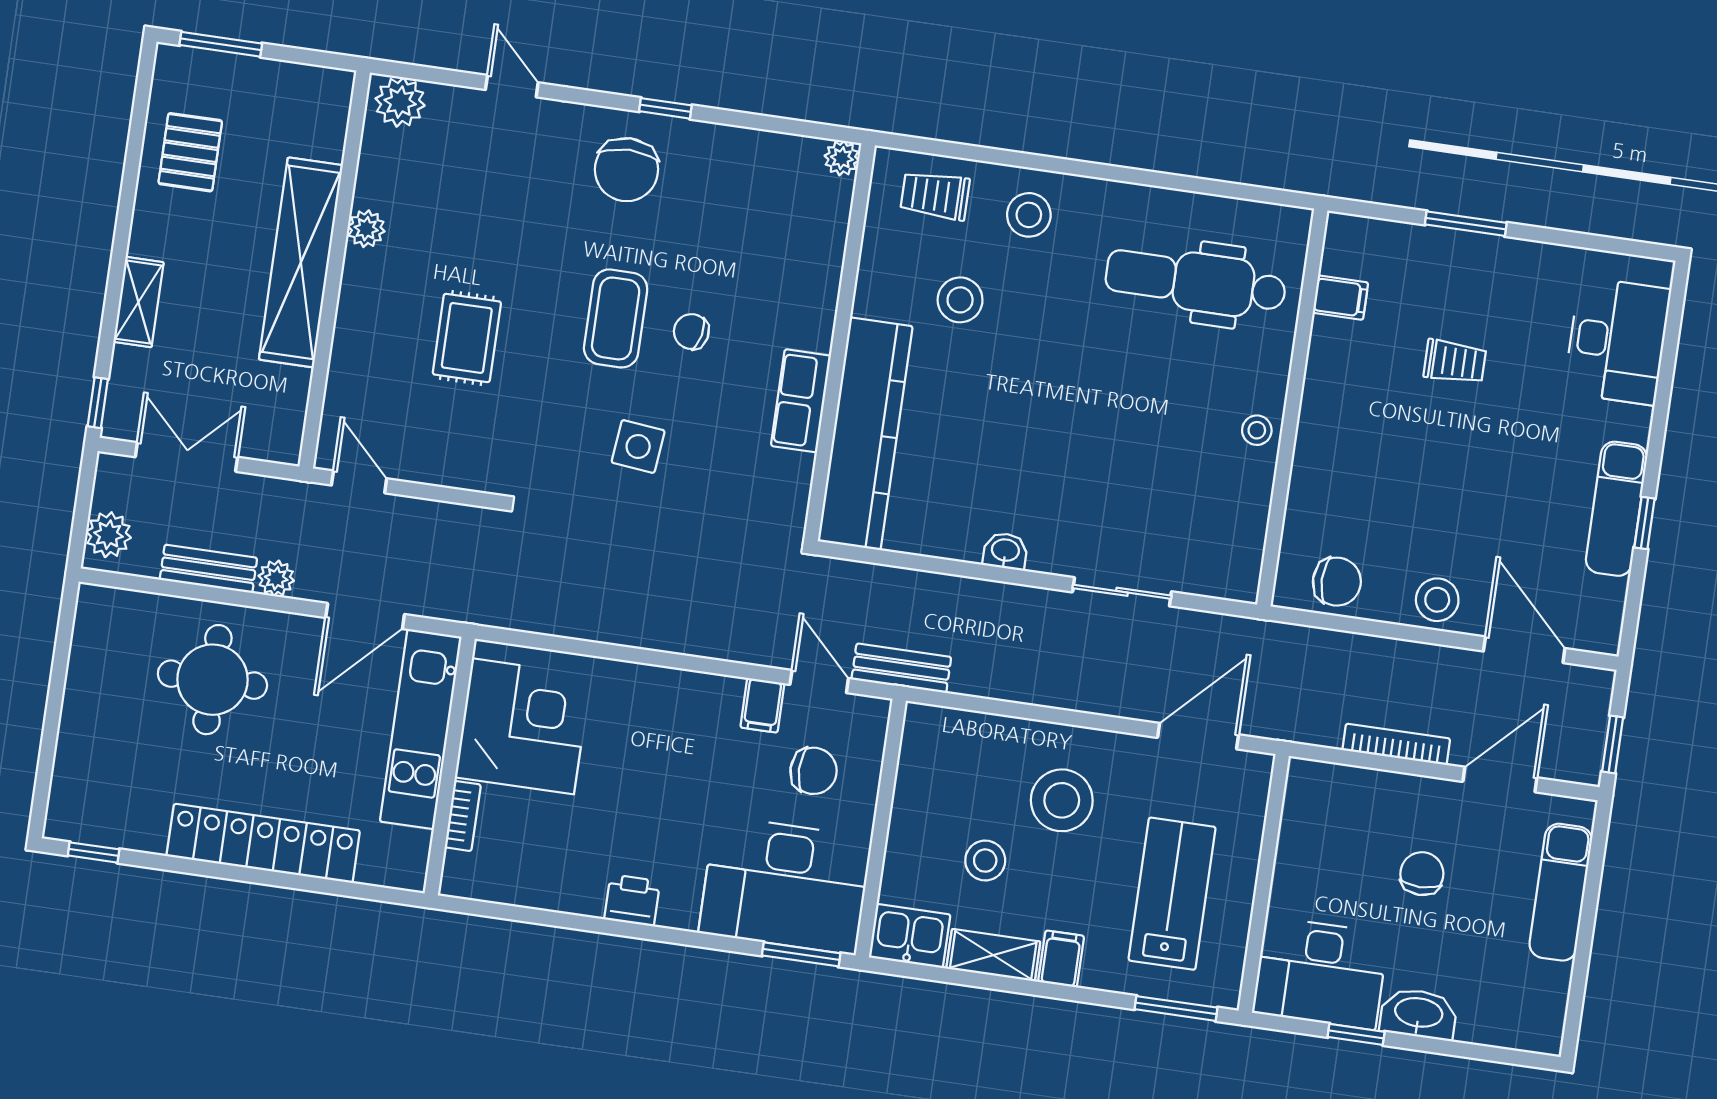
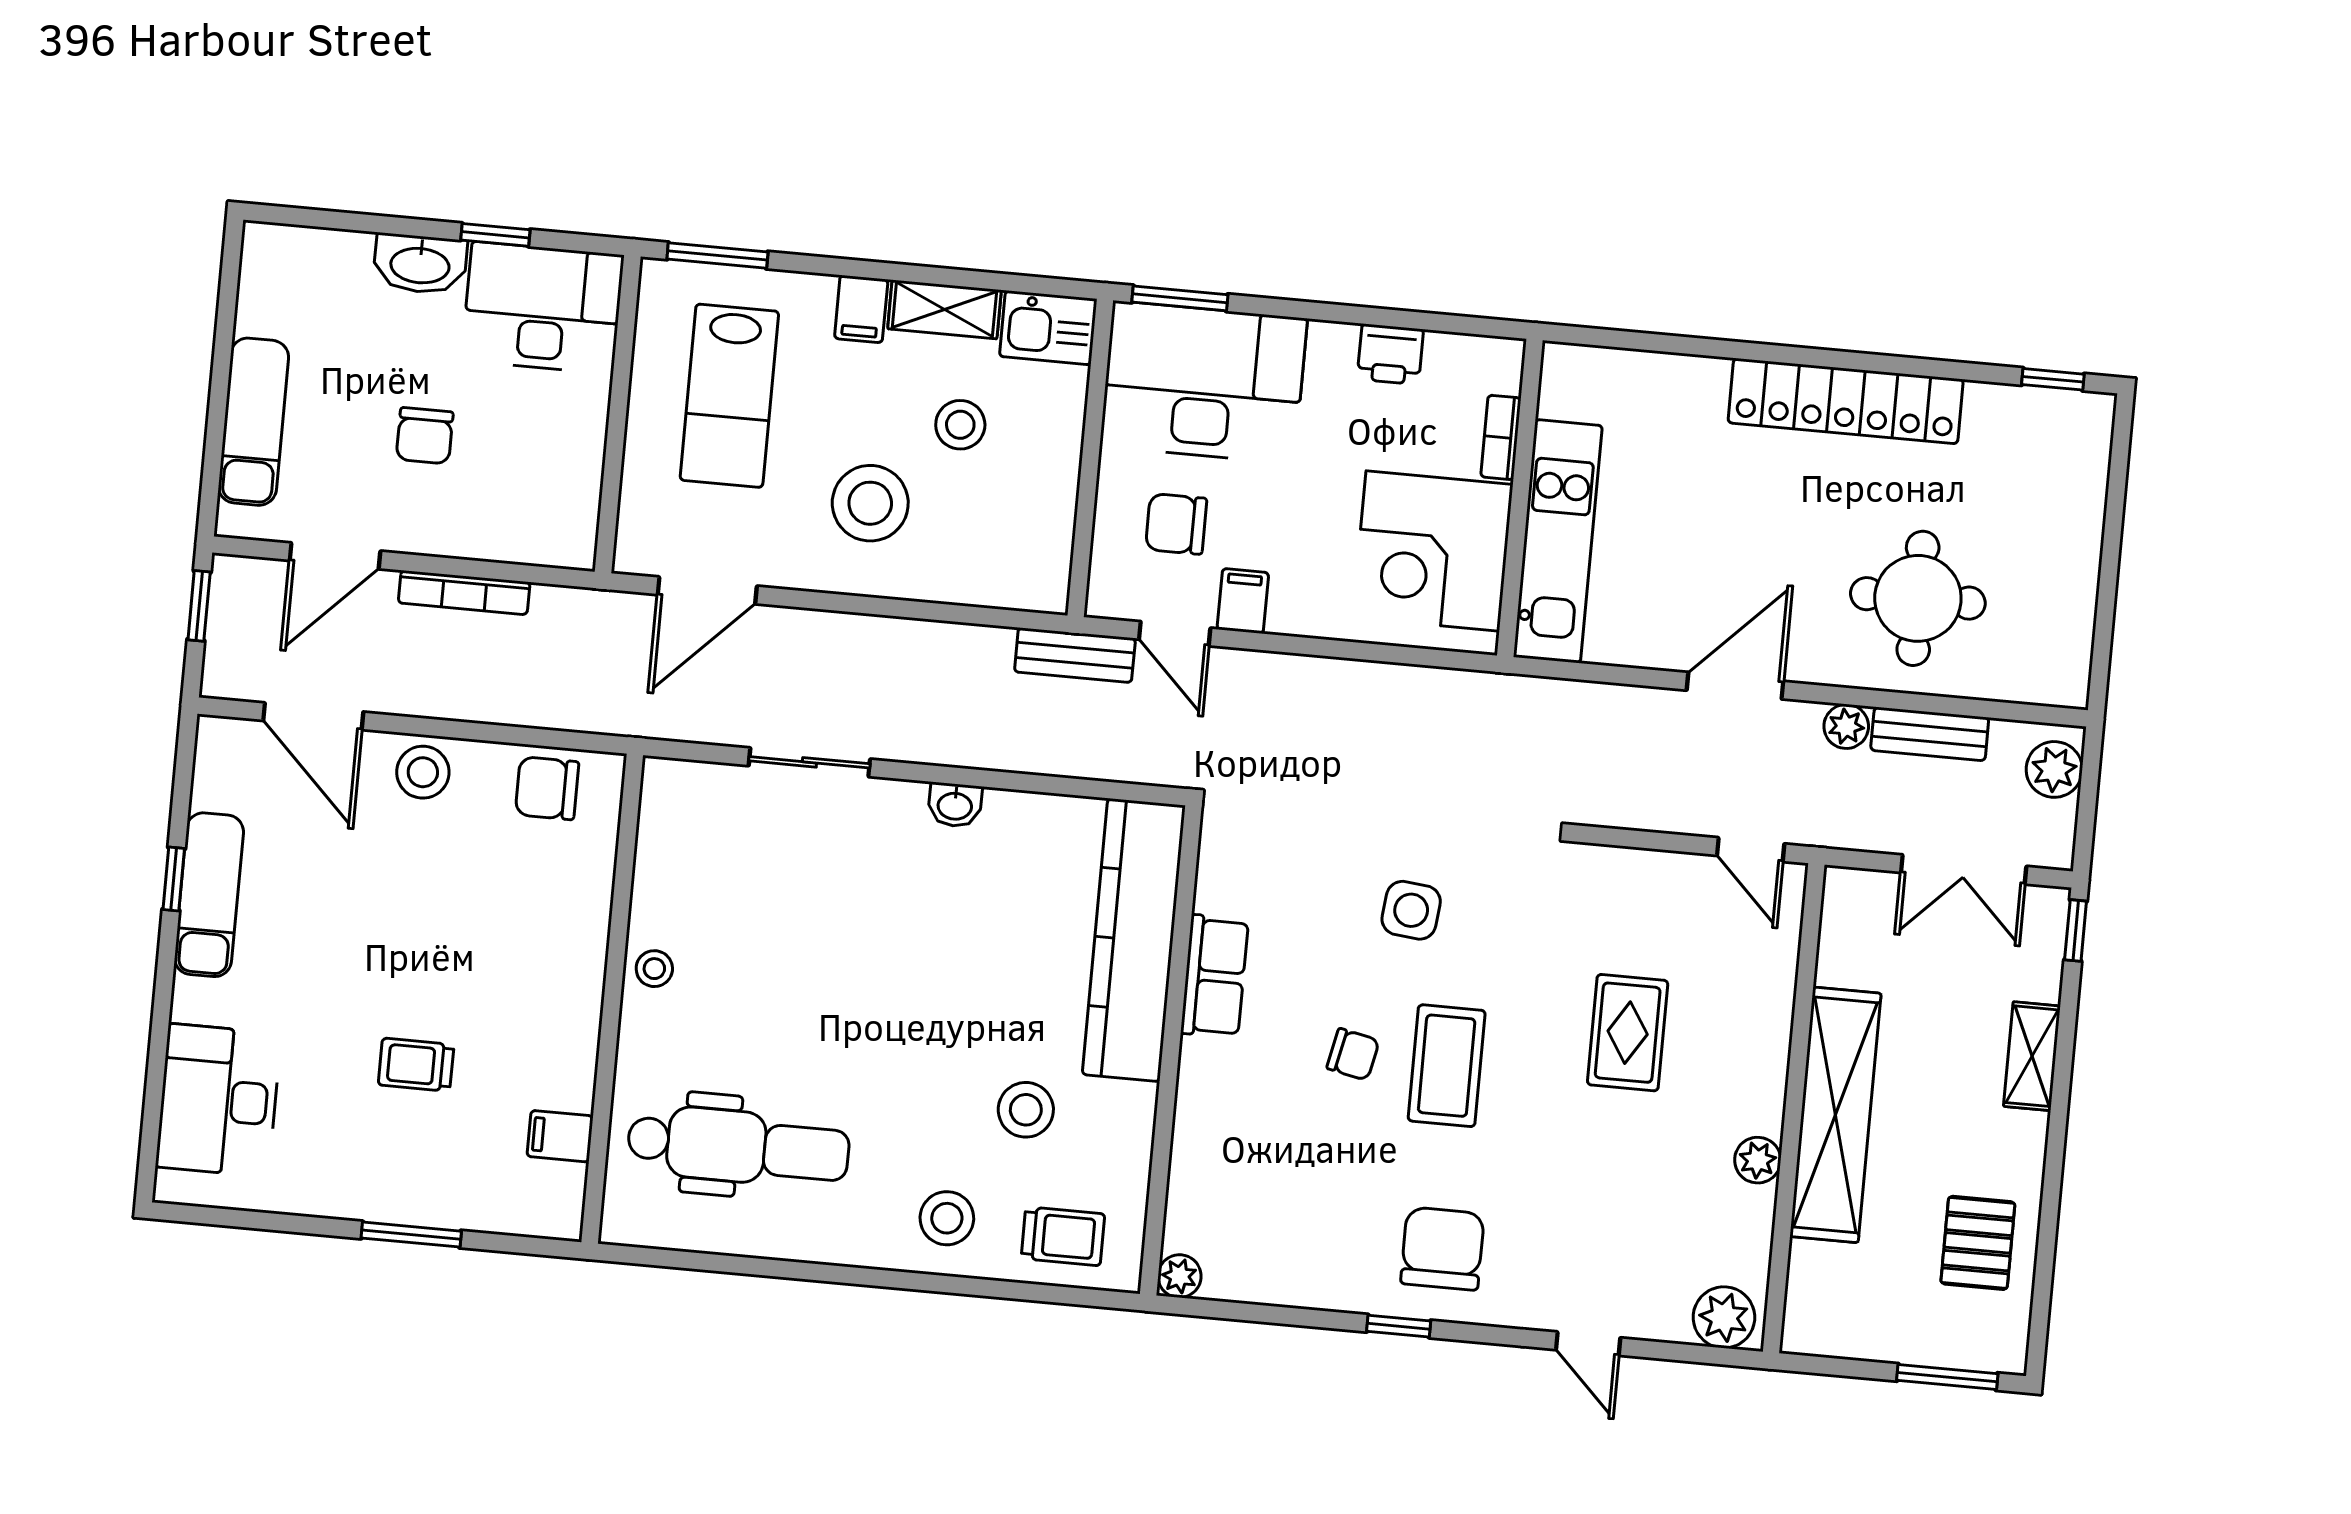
corner desk: (523, 726) -> (1433, 551), moved
kitchen unit: (421, 729) -> (1558, 541), moved
wall: (450, 766) -> (1520, 498), moved
bookcase: (463, 816) -> (1501, 437), moved

